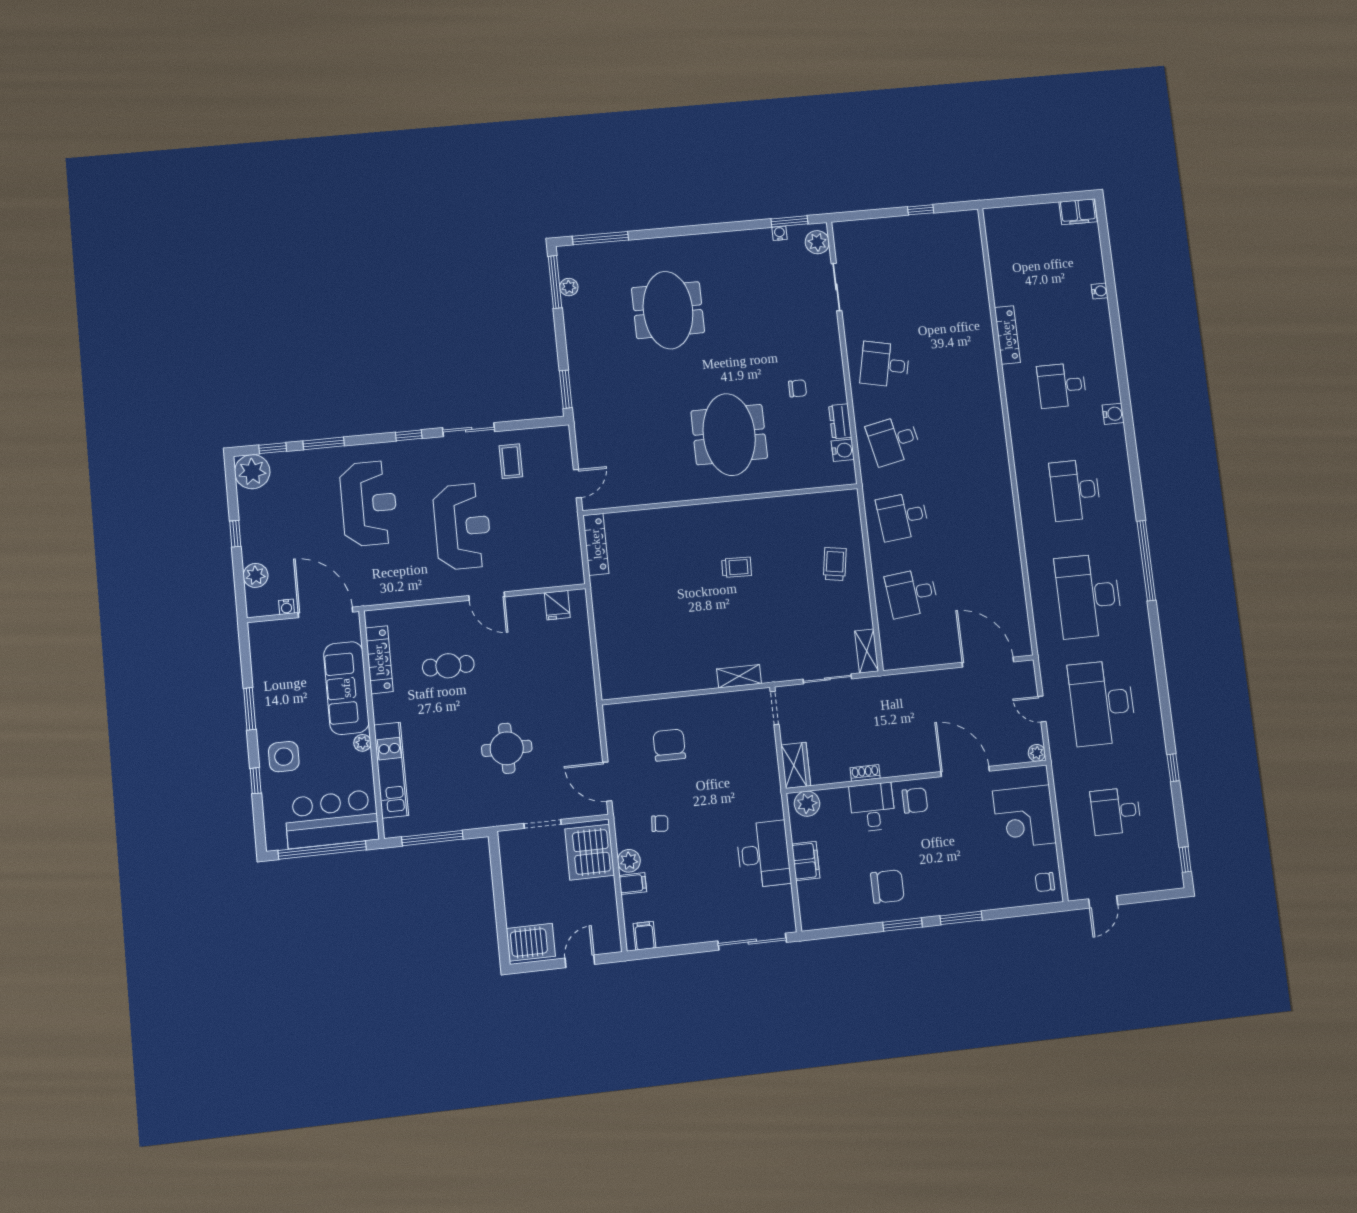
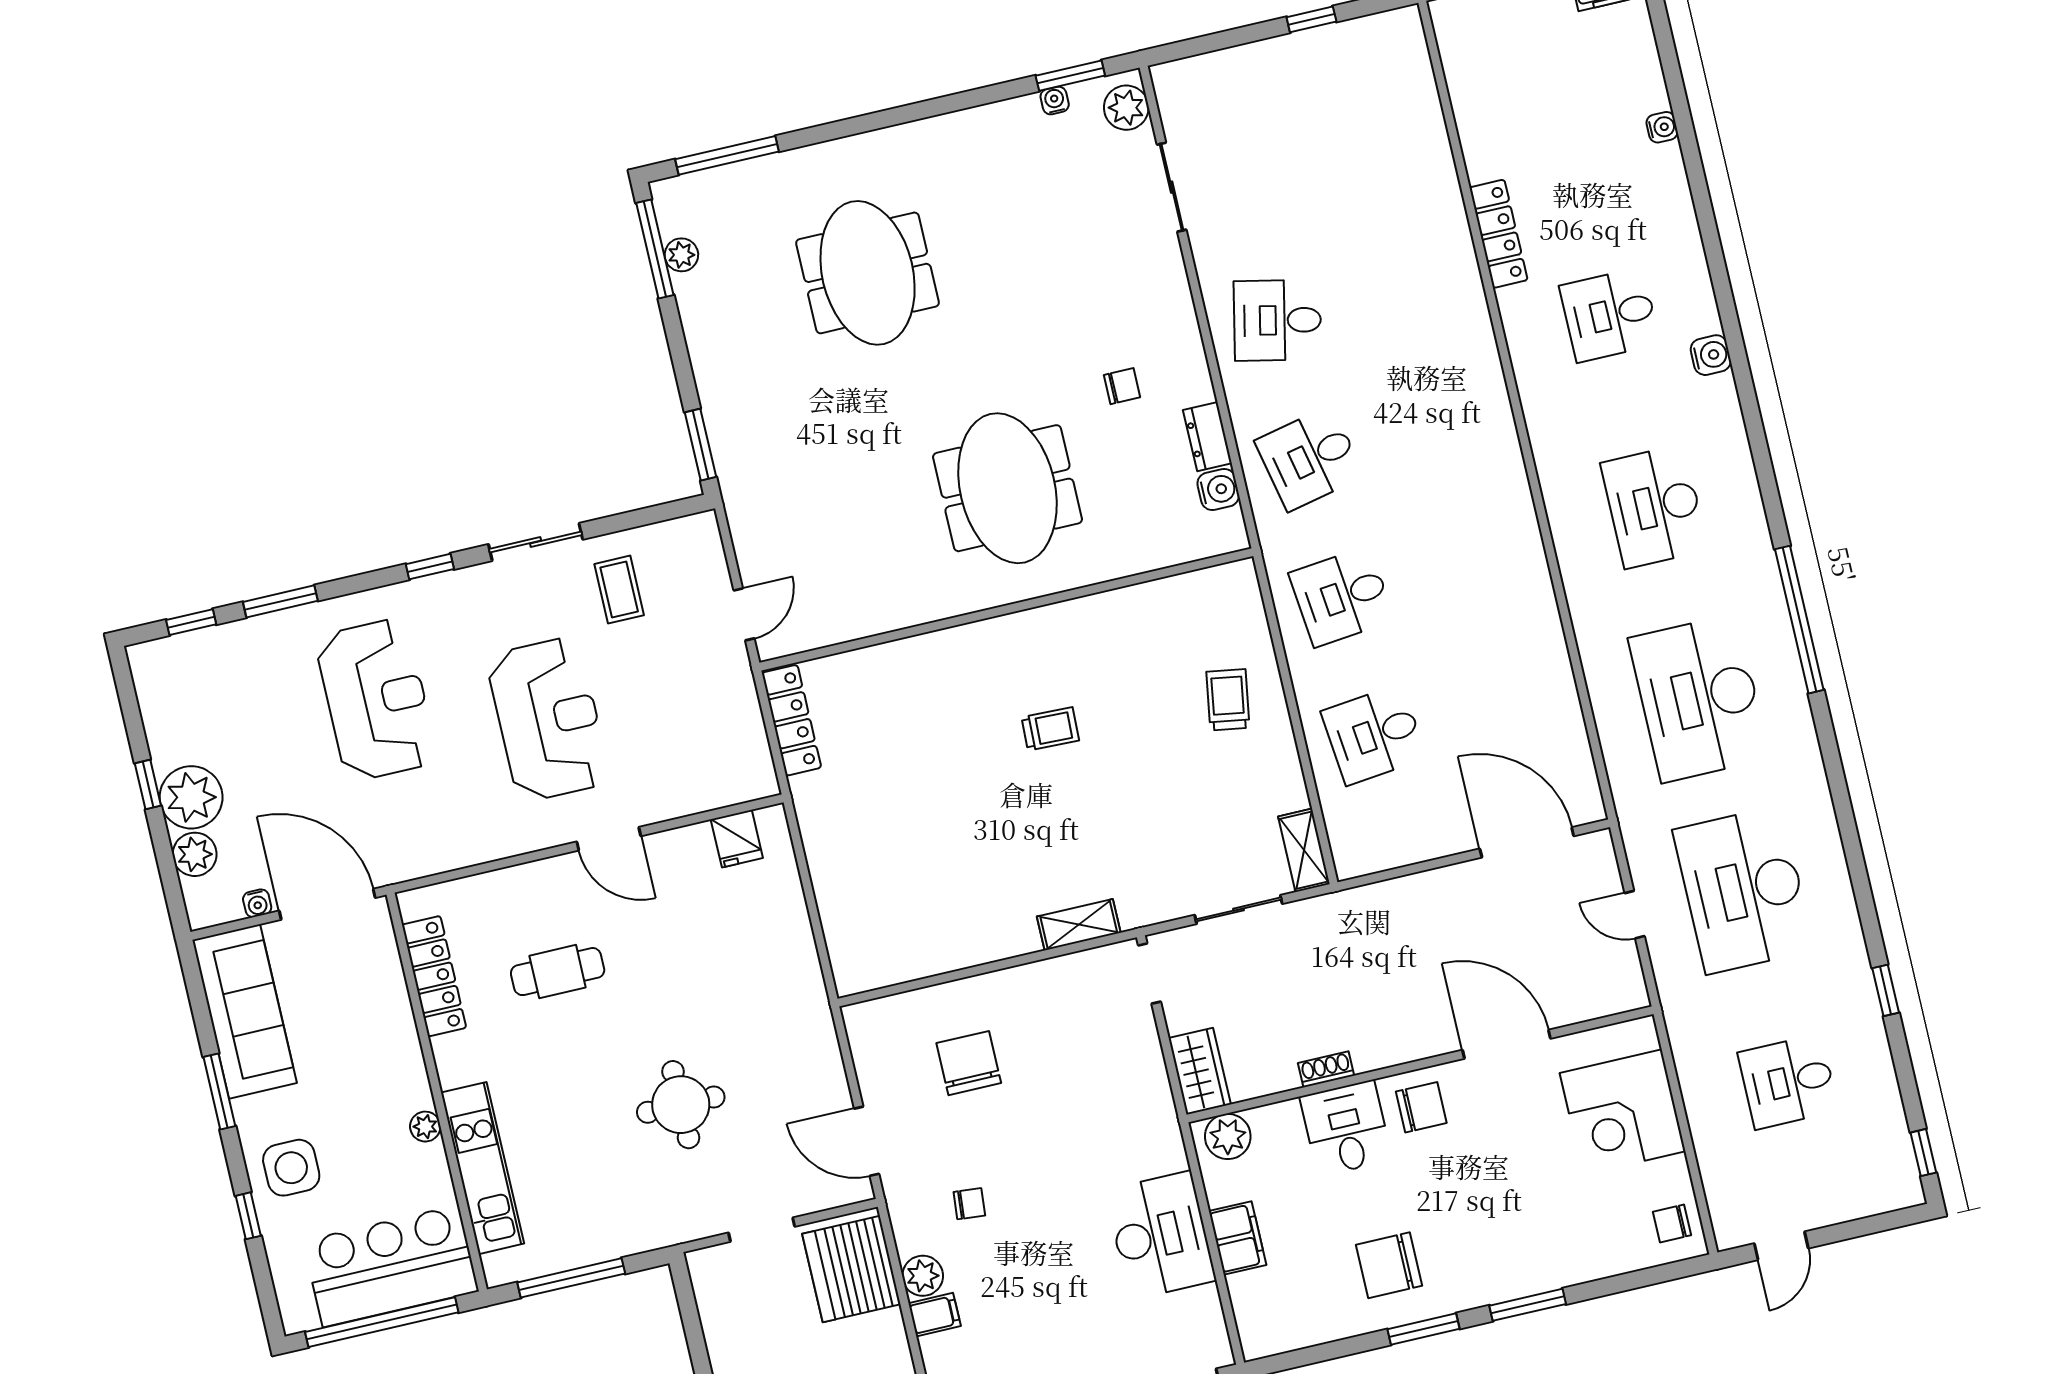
plant: (252, 472) -> (191, 797), moved
sofa: (346, 688) -> (244, 1011), moved, turned 180
plant: (1037, 753) -> (1633, 995), removed
chair: (887, 886) -> (1389, 1265), turned 180

